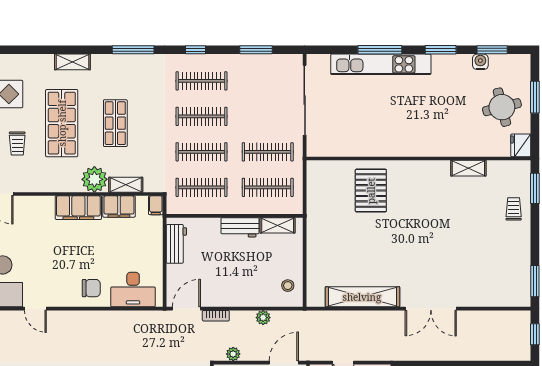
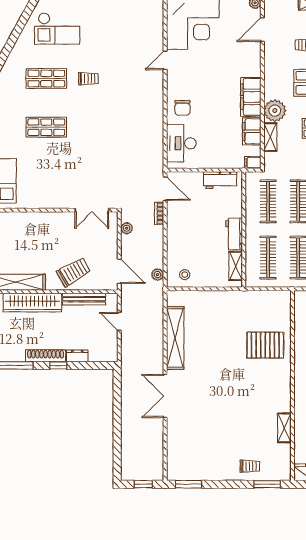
plant: (263, 318) -> (158, 275), moved

